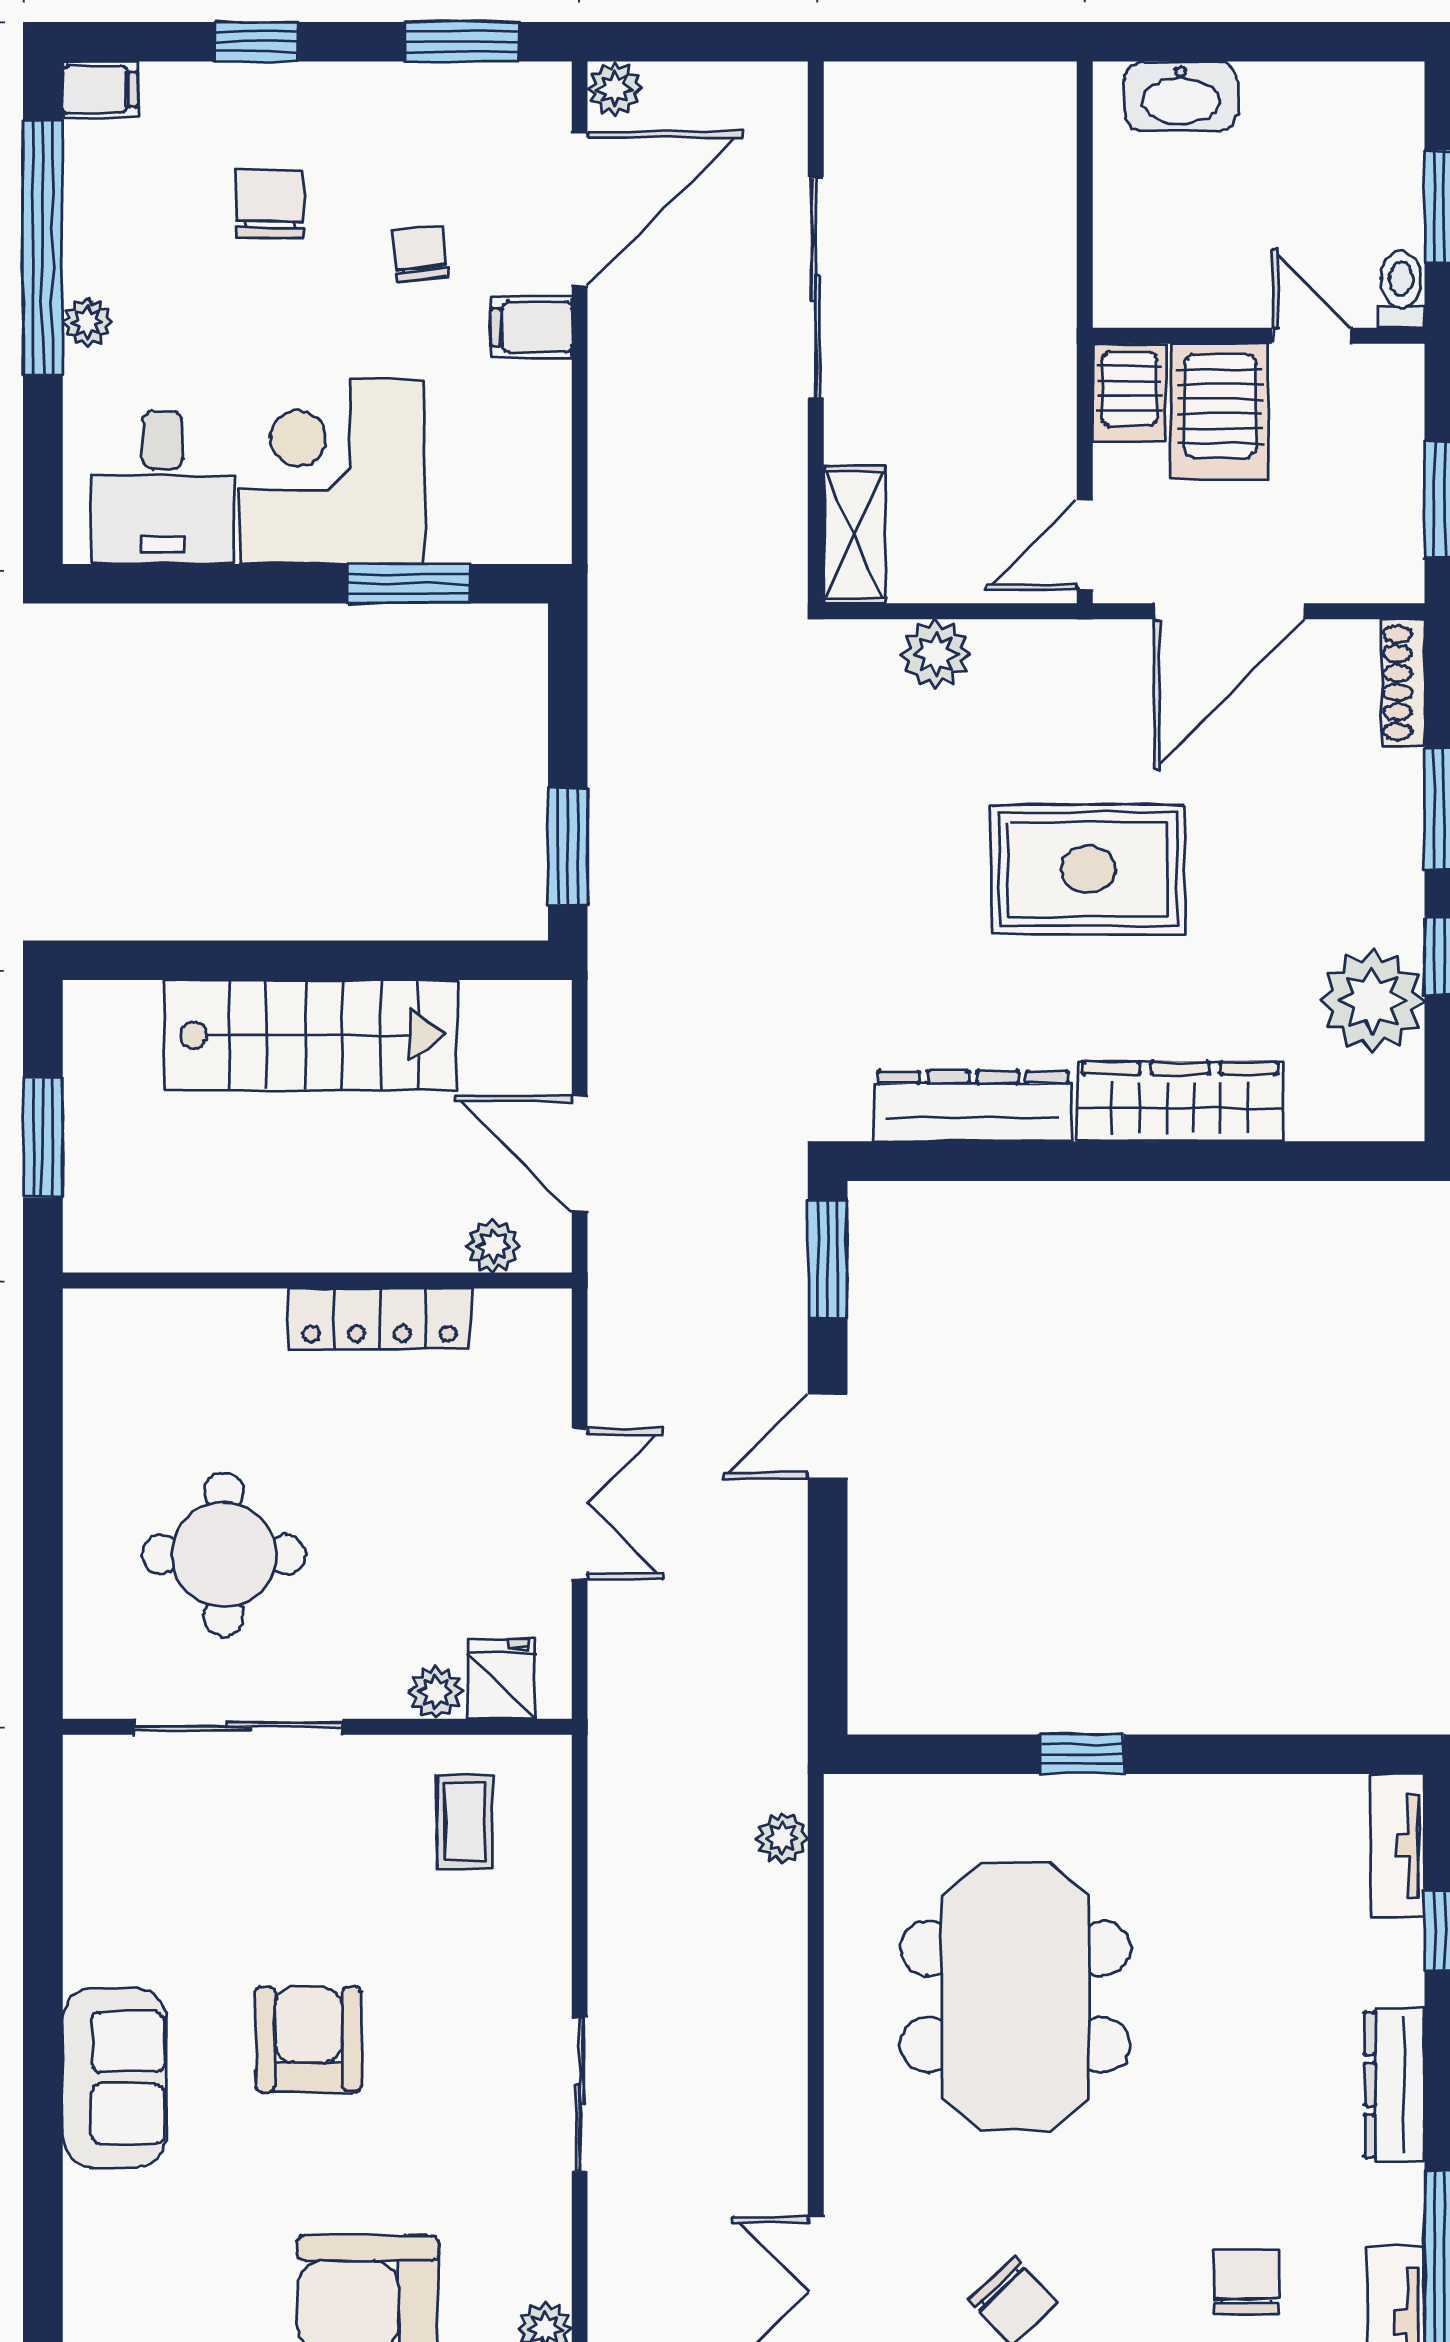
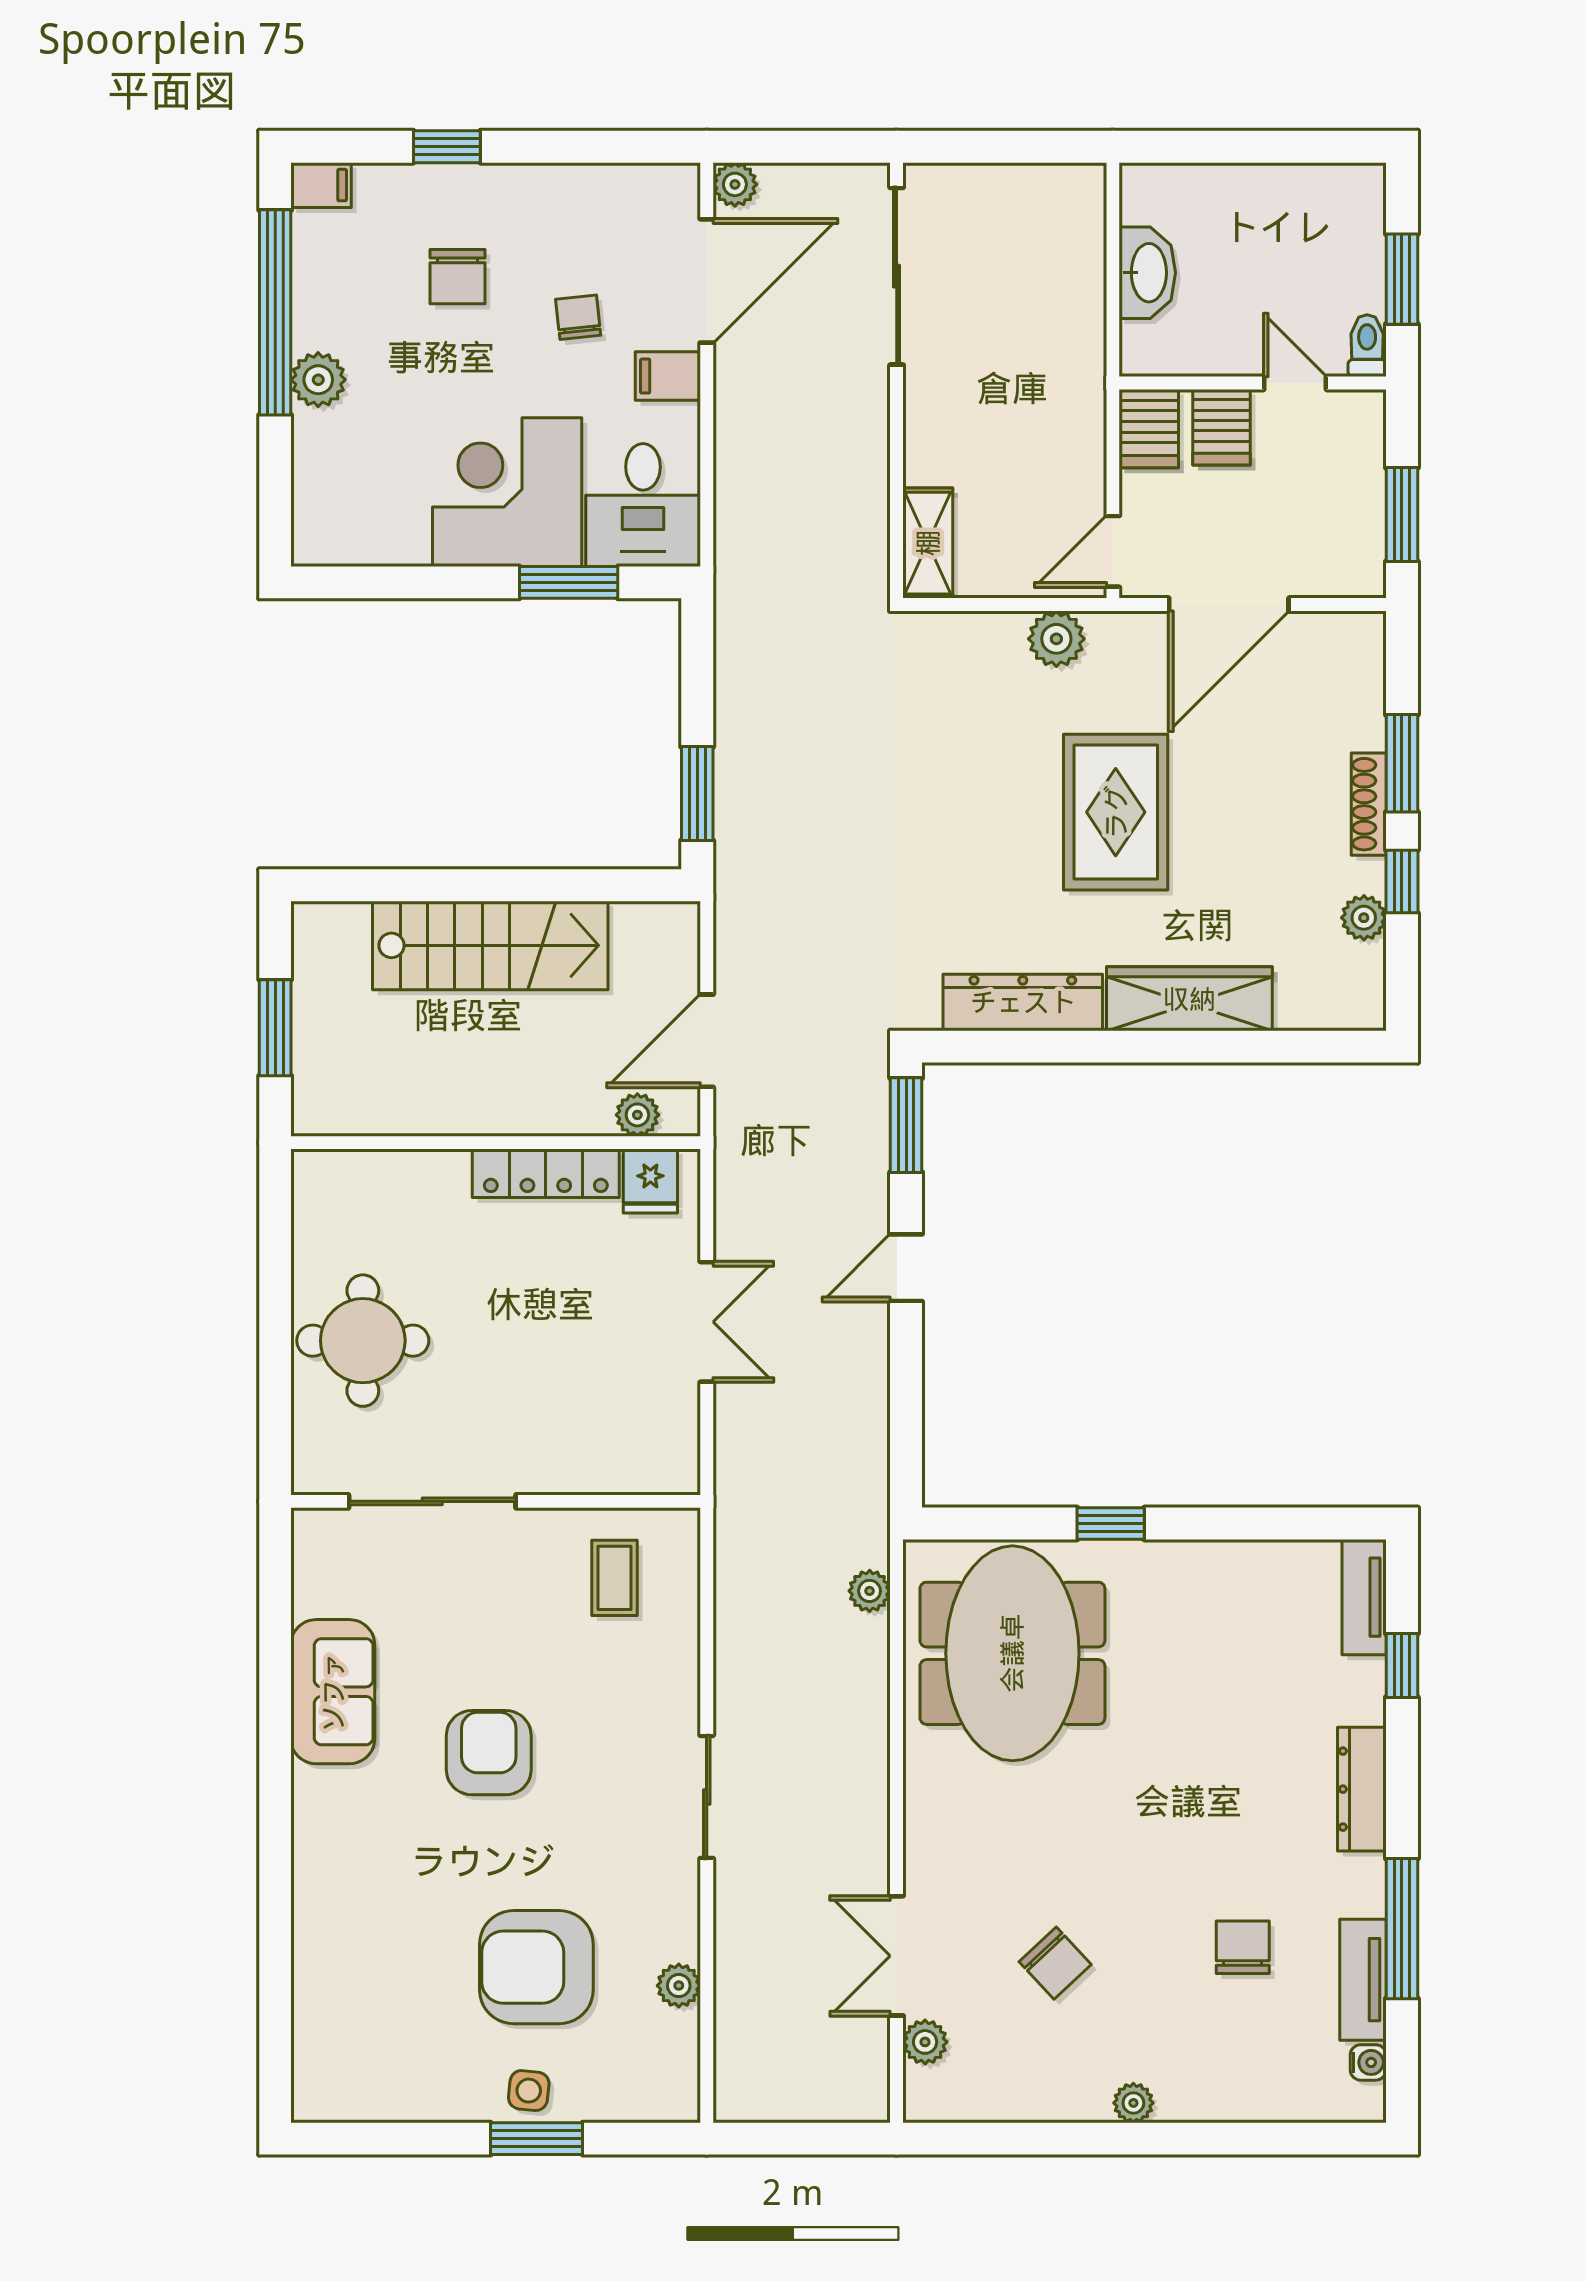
window: (462, 42) -> (612, 147), removed
washbasin: (1181, 96) -> (1147, 273), moved, turned -90
chair: (270, 203) -> (457, 277), turned 180
sliding door: (816, 288) -> (897, 276), moved
plant: (87, 322) -> (318, 380), width x1.38, depth x1.38
server rack: (1220, 411) -> (1222, 427), width x0.73, depth x0.70
desk: (163, 487) -> (643, 505), moved
plant: (936, 654) -> (1056, 639), moved
shoe rack: (1403, 683) -> (1369, 804), moved
rug: (1088, 869) -> (1116, 812), turned 90
plant: (1373, 1001) -> (1364, 918), width x0.53, depth x0.53
door: (580, 1154) -> (707, 1041), hinge flipped
round table: (224, 1554) -> (363, 1341), moved
fridge: (501, 1679) -> (650, 1181), moved, turned 180
plant: (436, 1692) -> (591, 1473), removed
meeting table: (1015, 1997) -> (1012, 1653), moved
sofa: (115, 2078) -> (333, 1692), moved

